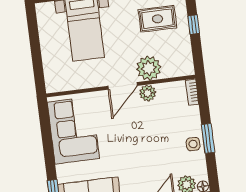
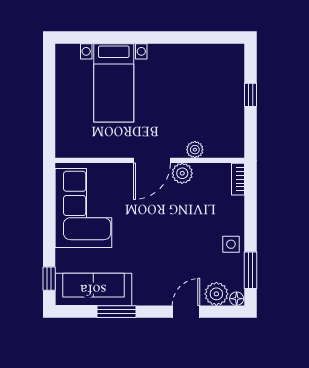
rug: (157, 19) -> (206, 82), removed
plant: (149, 68) -> (195, 150), width x0.53, depth x0.53
window: (208, 138) -> (250, 270), moved

